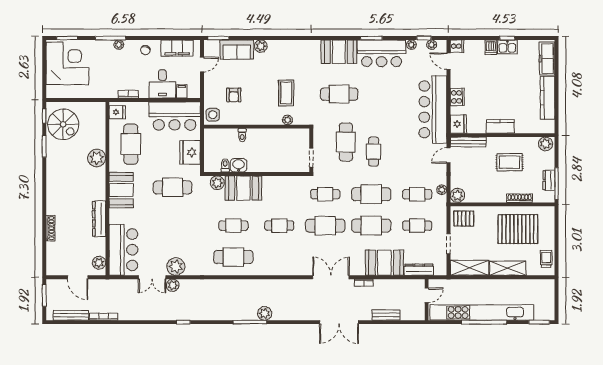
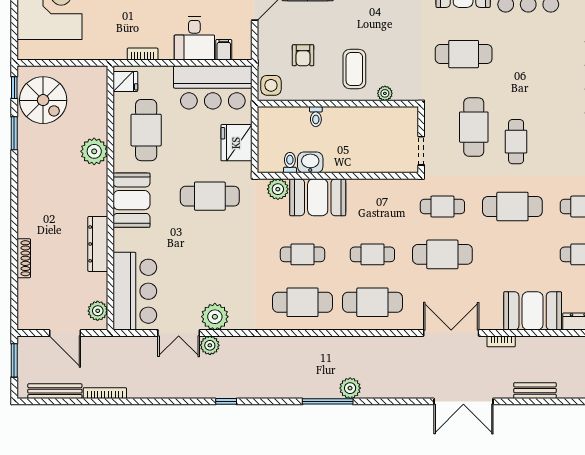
coffee table: (286, 93) -> (354, 69), moved
cafe table: (371, 226) -> (372, 302), moved

